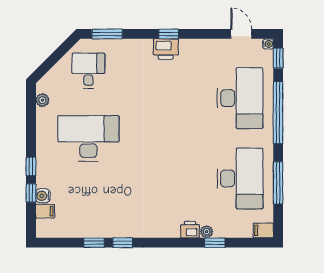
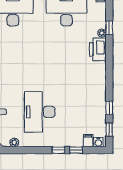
water cooler: (43, 196) -> (98, 142), moved
printer: (190, 230) -> (98, 49), width x1.87, depth x1.48
window: (123, 243) -> (109, 130), moved

